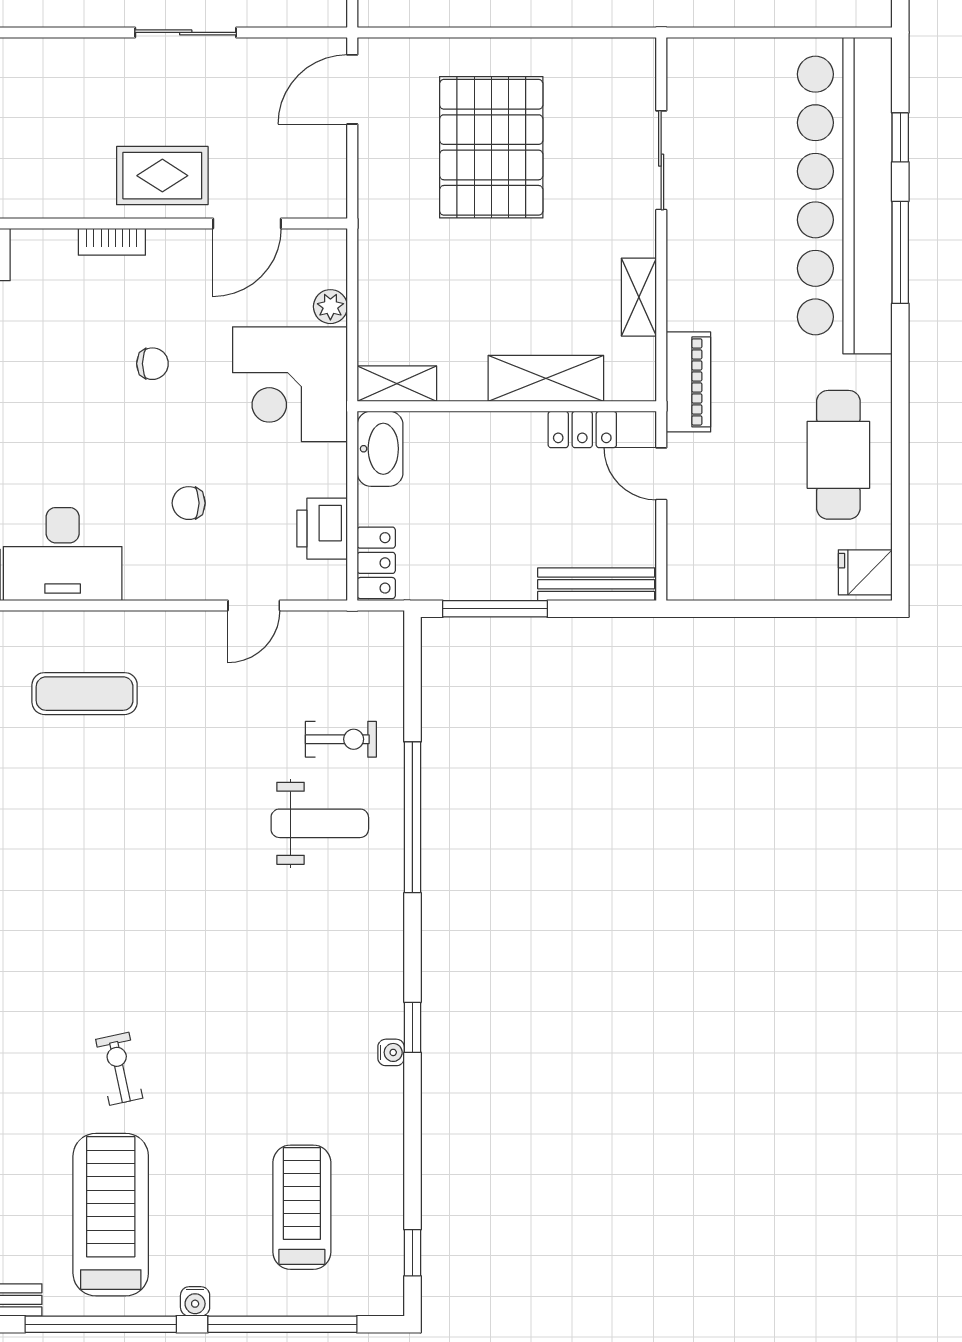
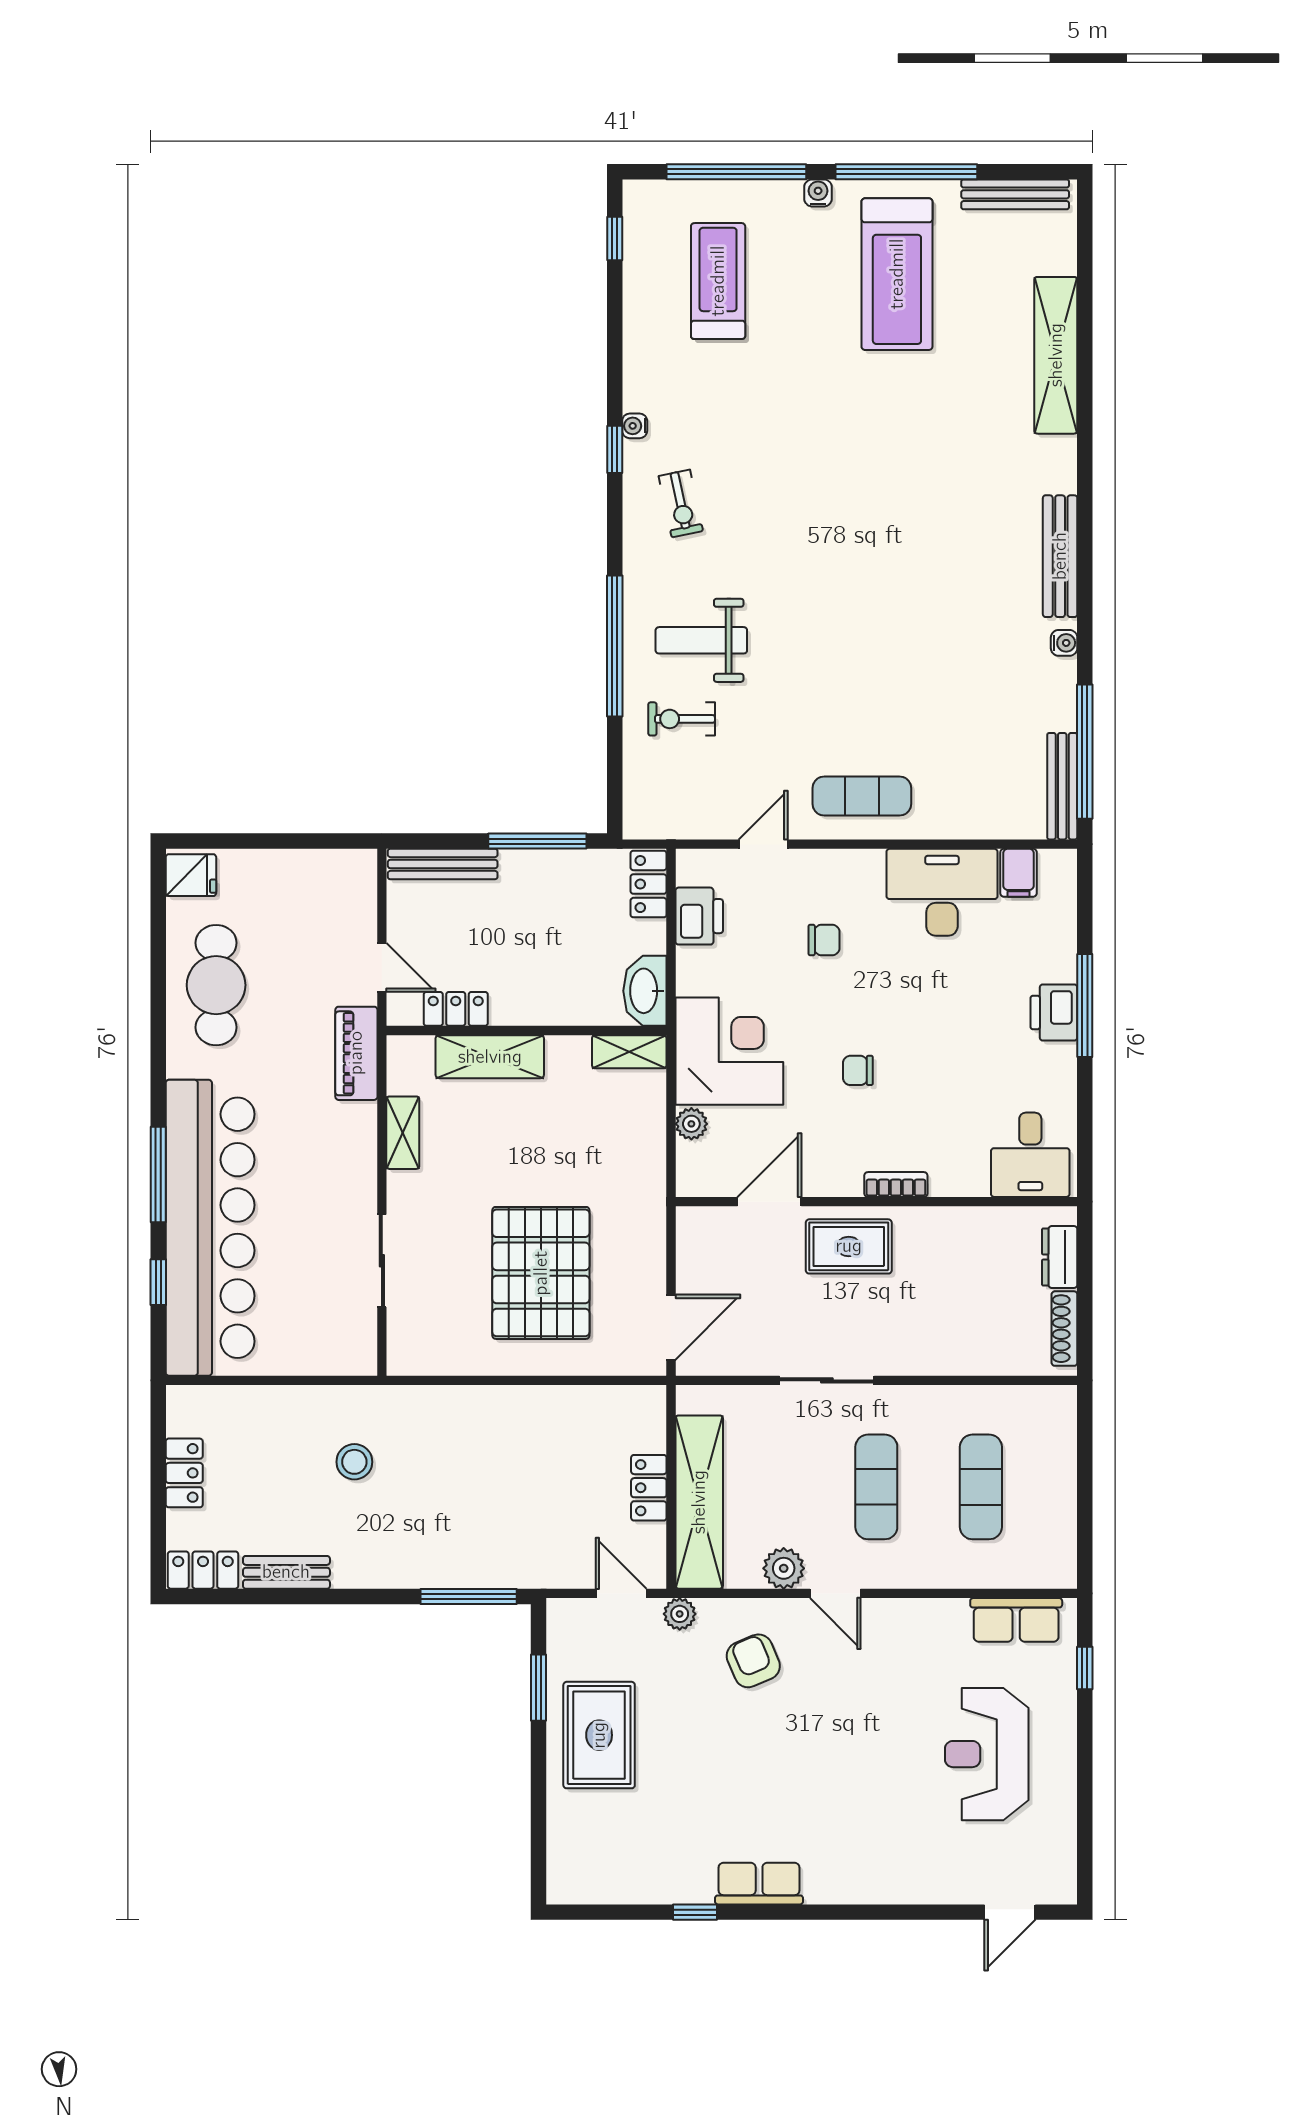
exercise mat: (85, 694) -> (862, 796), moved
exercise bike: (119, 1069) -> (681, 503), moved
treadmill: (302, 1207) -> (718, 281), turned 180

